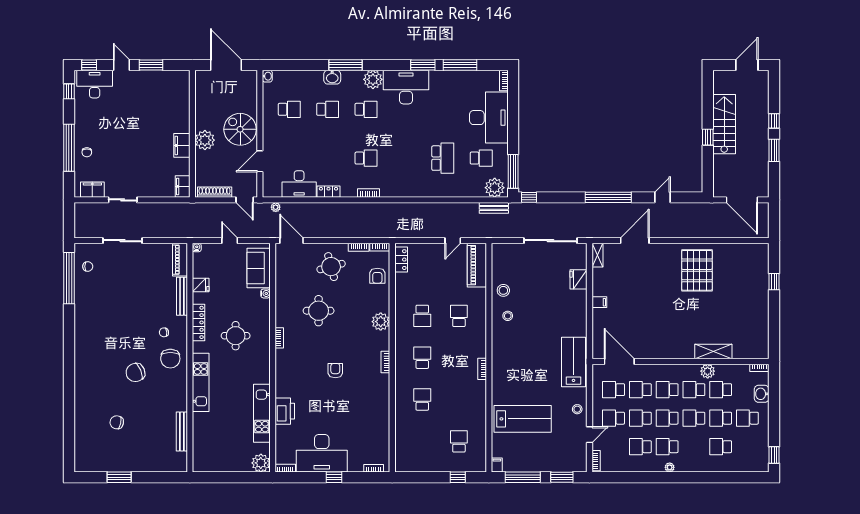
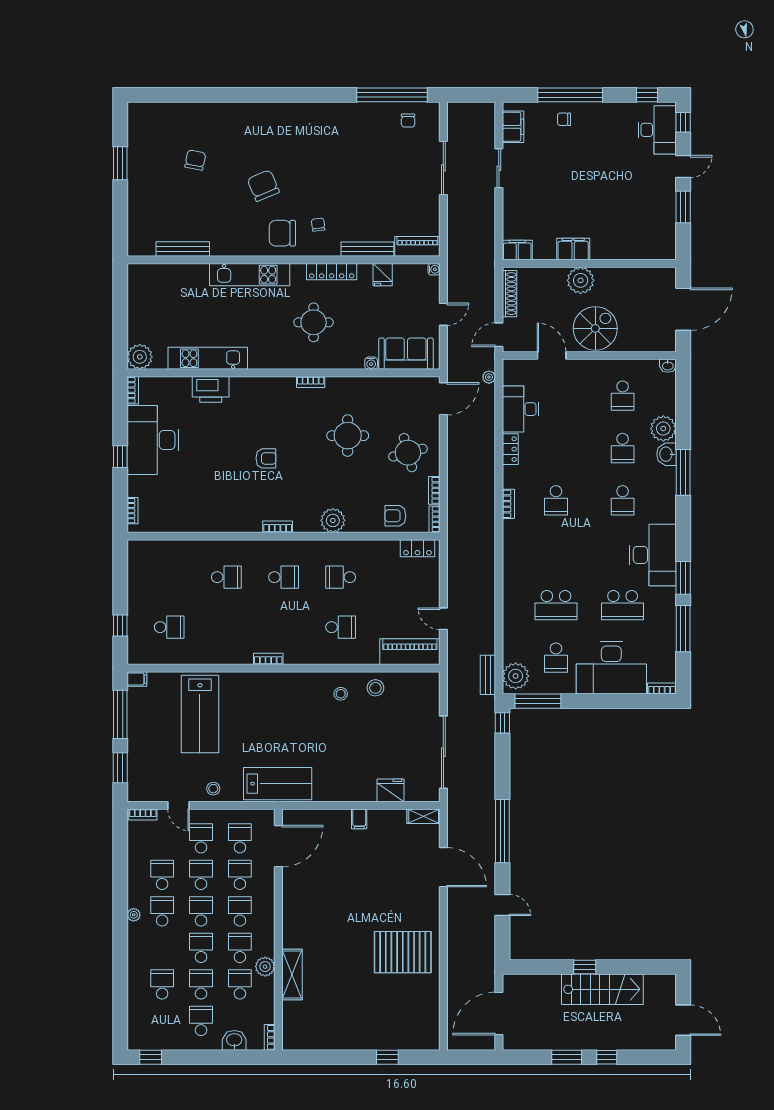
plant: (373, 79) -> (663, 429), moved
school desk: (443, 109) -> (623, 605), added

